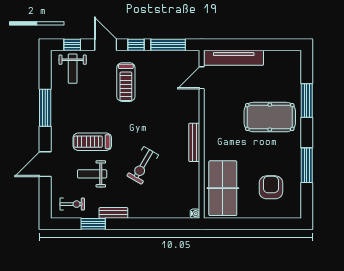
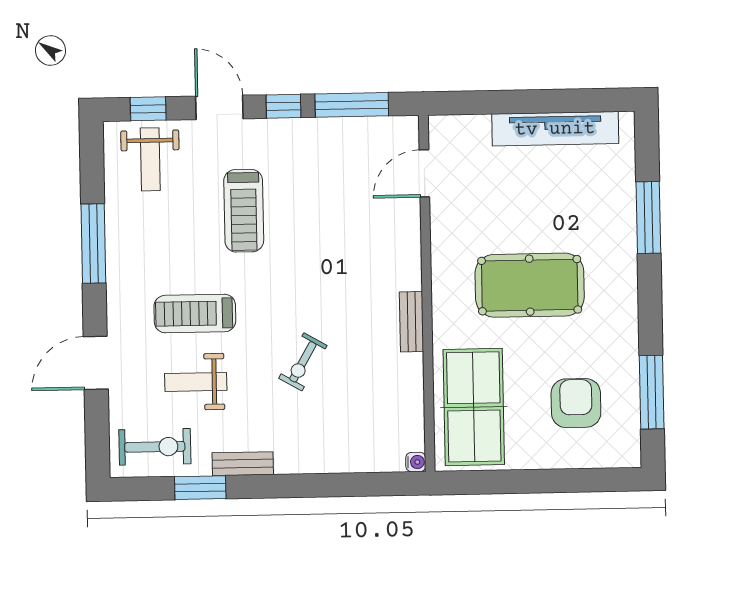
tv unit: (234, 58) -> (555, 129), moved
treadmill: (126, 82) -> (244, 211), moved
pool table: (270, 117) -> (530, 285), moved
bench: (194, 142) -> (412, 322), width x0.73
exercise bike: (143, 165) -> (303, 362), width x0.73, depth x0.72
window: (307, 165) -> (652, 392), moved
exercise bike: (72, 204) -> (155, 447), width x1.38, depth x1.39

